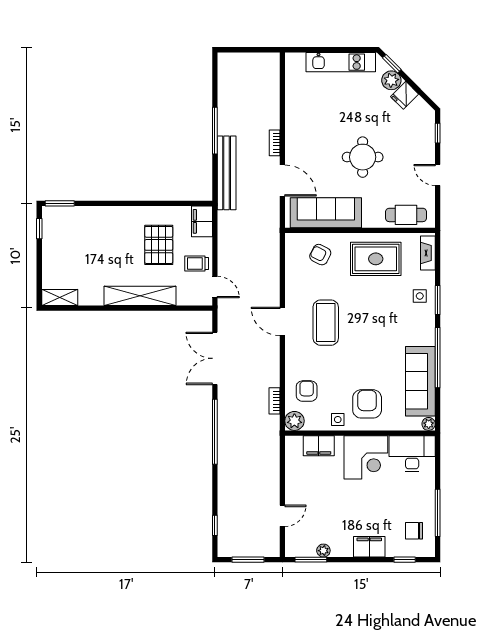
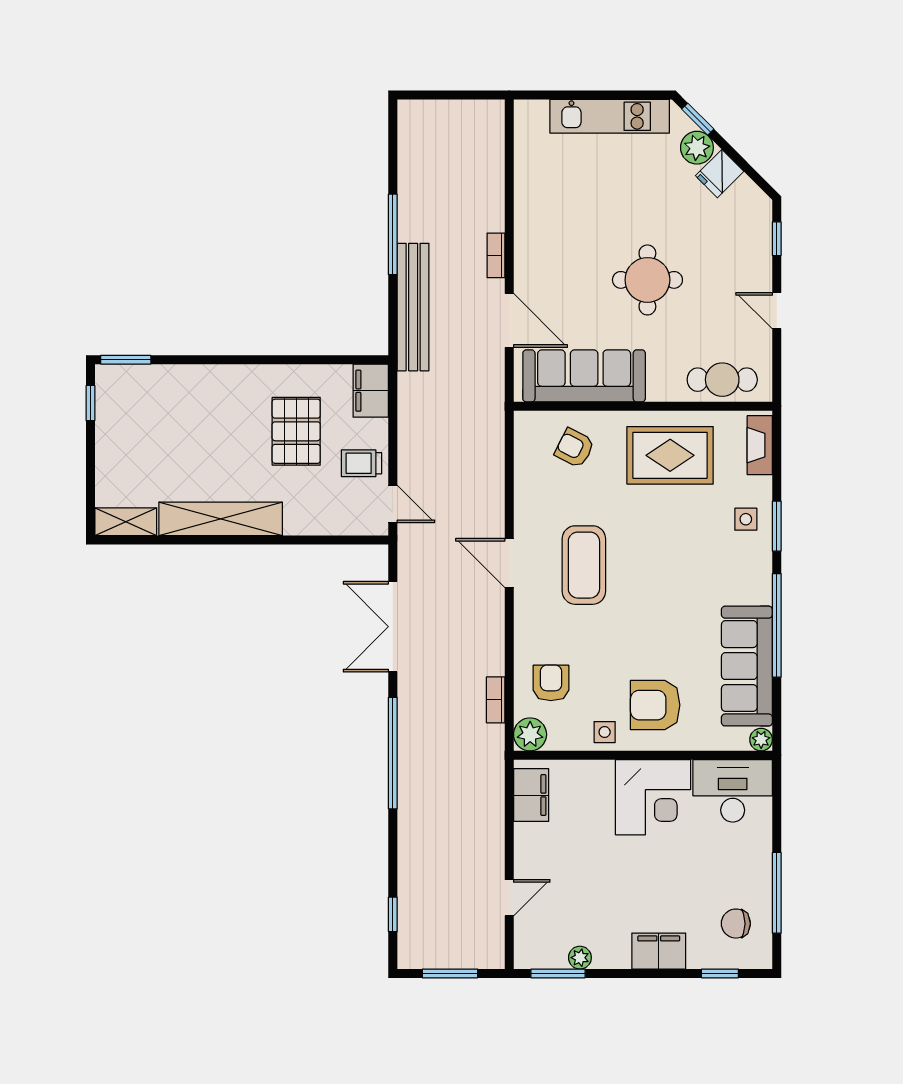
shelving: (140, 296) -> (221, 519), moved
armchair: (367, 404) -> (655, 705), turned -90
filing cabinet: (319, 446) -> (531, 795), moved, turned -90

